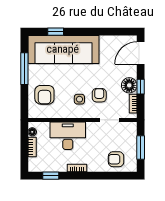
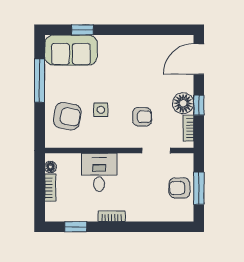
sofa: (63, 49) -> (71, 50), width x0.54, depth x0.79
armchair: (44, 95) -> (67, 116), turned -80
armchair: (99, 95) -> (142, 117), turned 90
side table: (79, 99) -> (101, 110), moved
desk: (68, 136) -> (99, 172), width x0.73
armchair: (116, 159) -> (180, 188), moved

